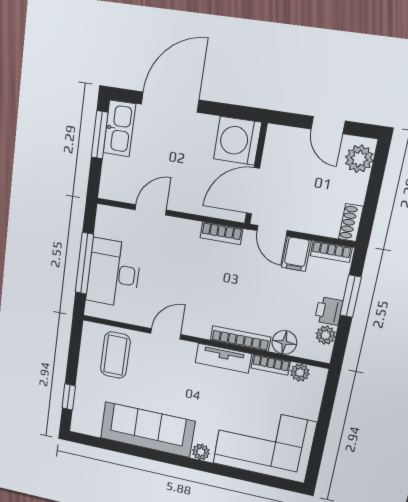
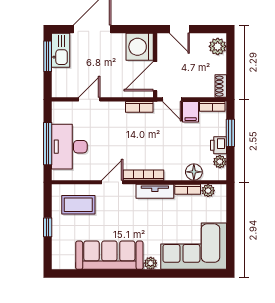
door: (328, 125) -> (179, 29), moved
bookcase: (240, 338) -> (144, 175), moved
coffee table: (115, 355) -> (78, 205), turned 90
window: (69, 397) -> (48, 227), moved

